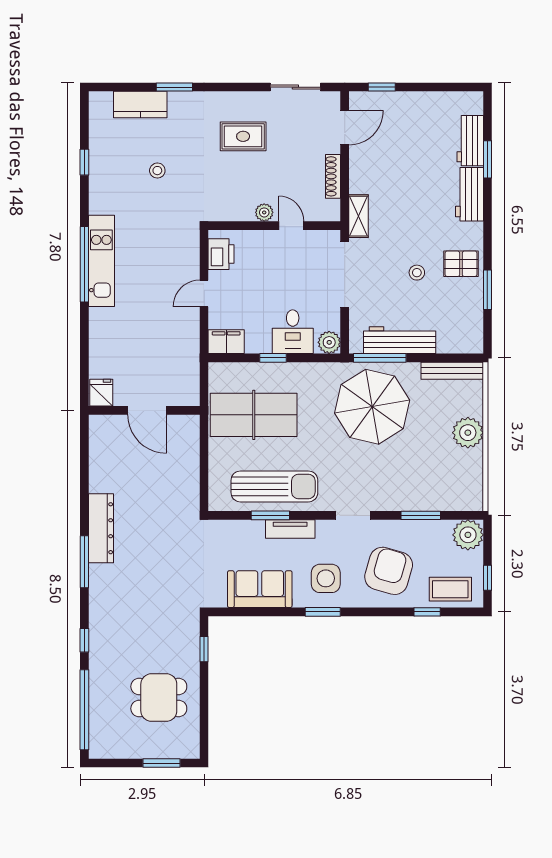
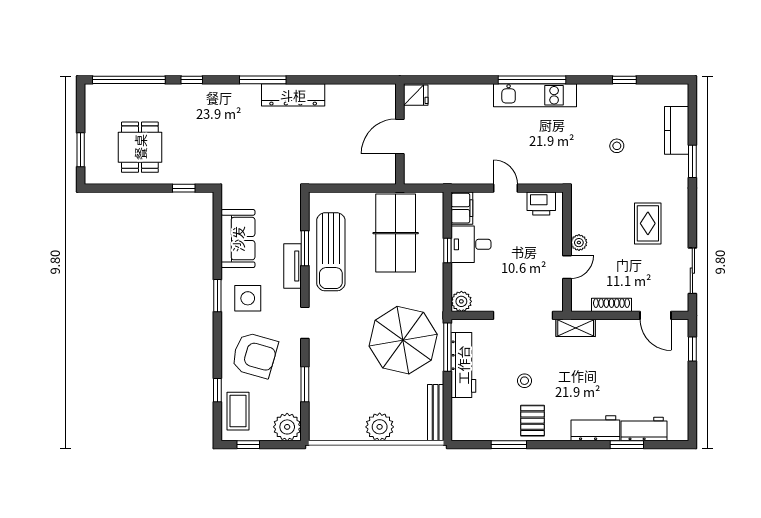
desk: (293, 332) -> (471, 244), moved

